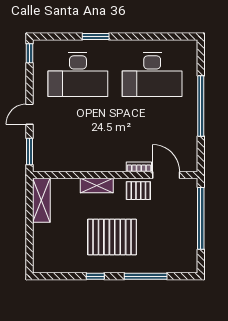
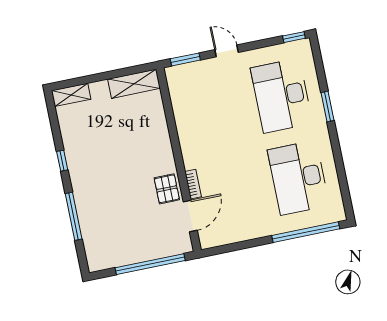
window: (201, 106) -> (306, 232), moved
shelving: (97, 186) -> (71, 95), moved, turned 90
pallet: (112, 237) -> (109, 170), removed

